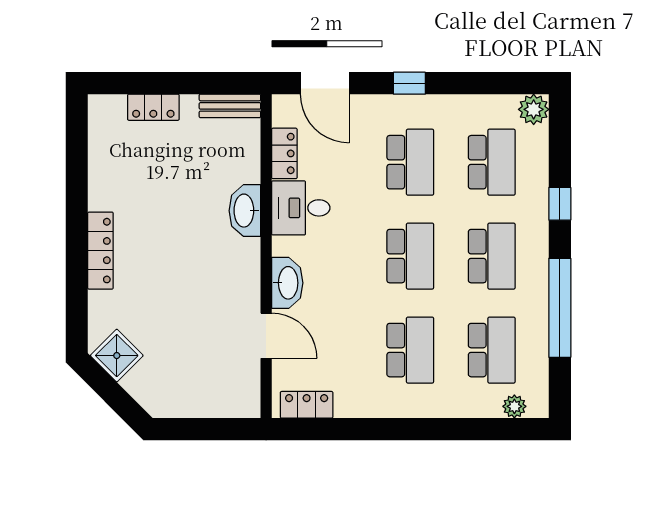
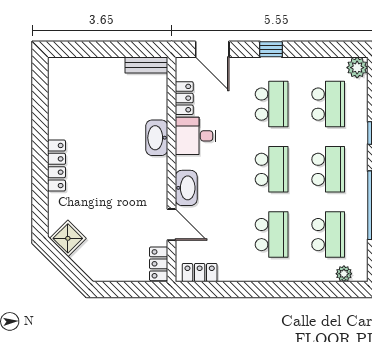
locker: (153, 107) -> (159, 264), moved, turned 90

